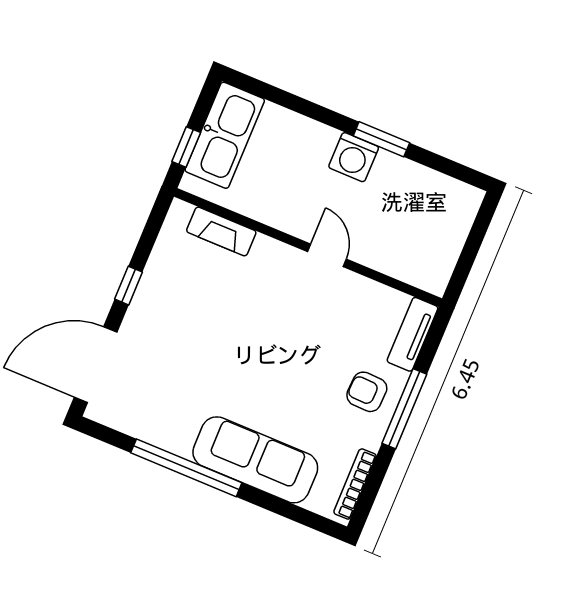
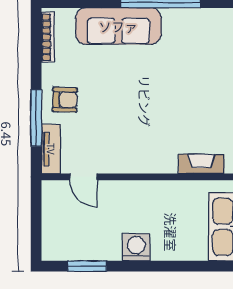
window: (381, 139) -> (87, 266), moved
door: (327, 255) -> (83, 177), moved
window: (404, 409) -> (36, 118), moved

